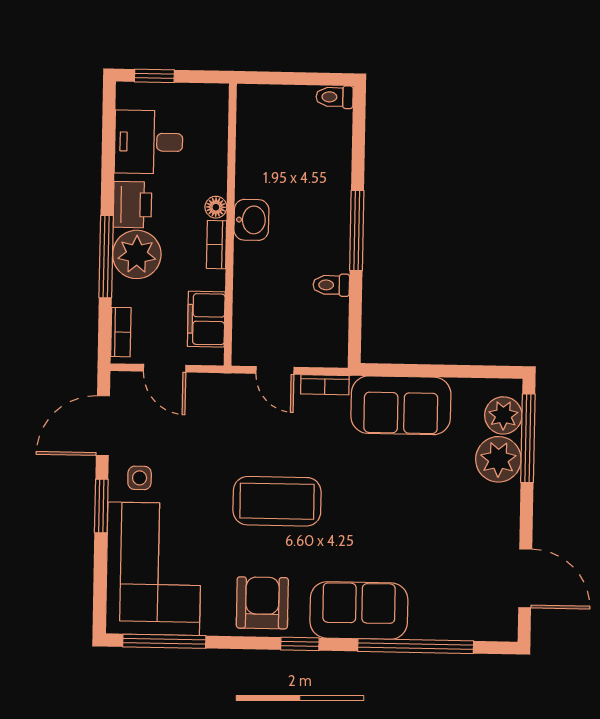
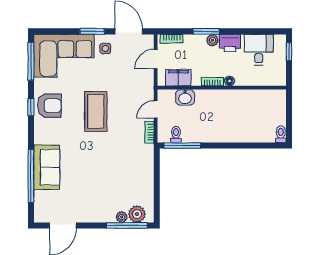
washbasin: (251, 220) -> (185, 97), moved
window: (357, 231) -> (182, 146), moved
plant: (137, 254) -> (212, 40), width x0.53, depth x0.53
window: (106, 257) -> (206, 31), width x0.69
toilet: (331, 285) -> (176, 134), moved
sofa: (401, 405) -> (141, 167), removed
plant: (498, 459) -> (122, 217), width x0.53, depth x0.53
sofa: (359, 610) -> (47, 167), moved
window: (300, 644) -> (31, 107), moved

